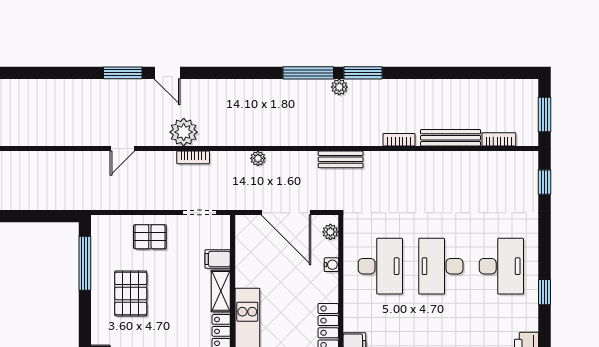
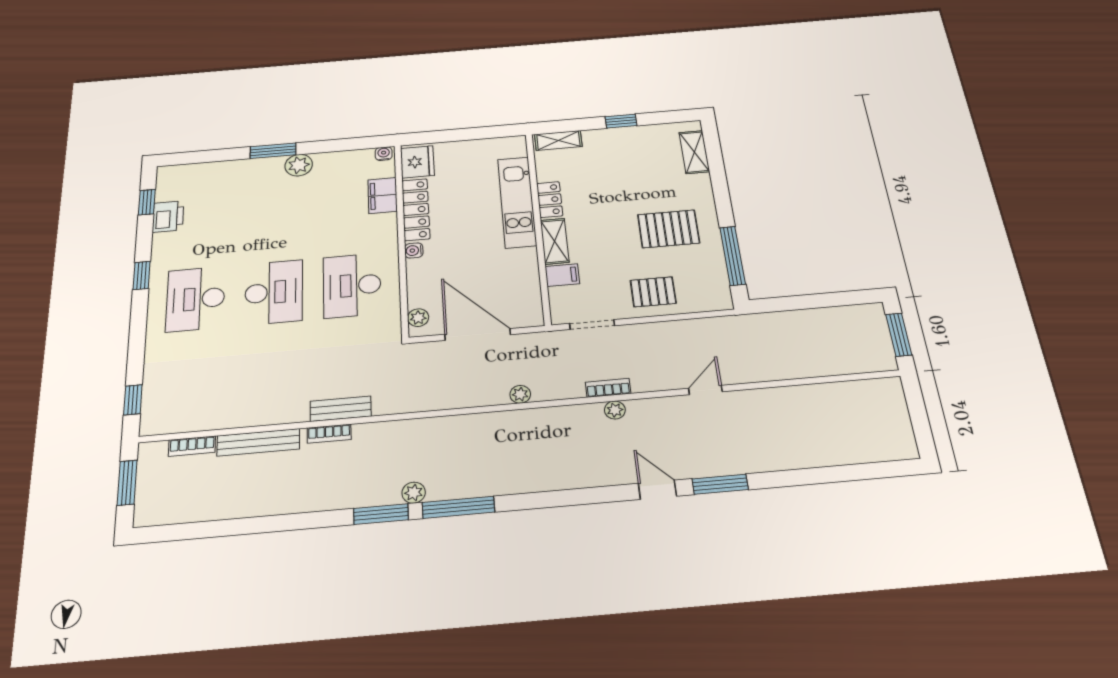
plant: (184, 132) -> (615, 410), width x0.53, depth x0.53
bench: (341, 159) -> (341, 409), moved
water cooler: (331, 265) -> (414, 250), moved
pallet: (131, 293) -> (669, 229), turned 90

